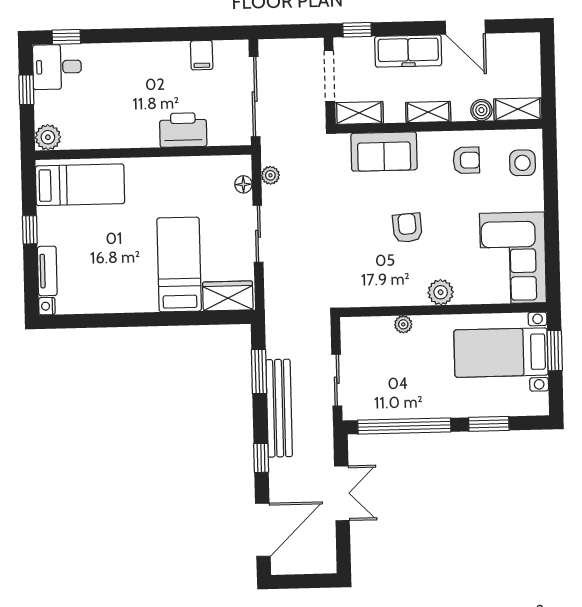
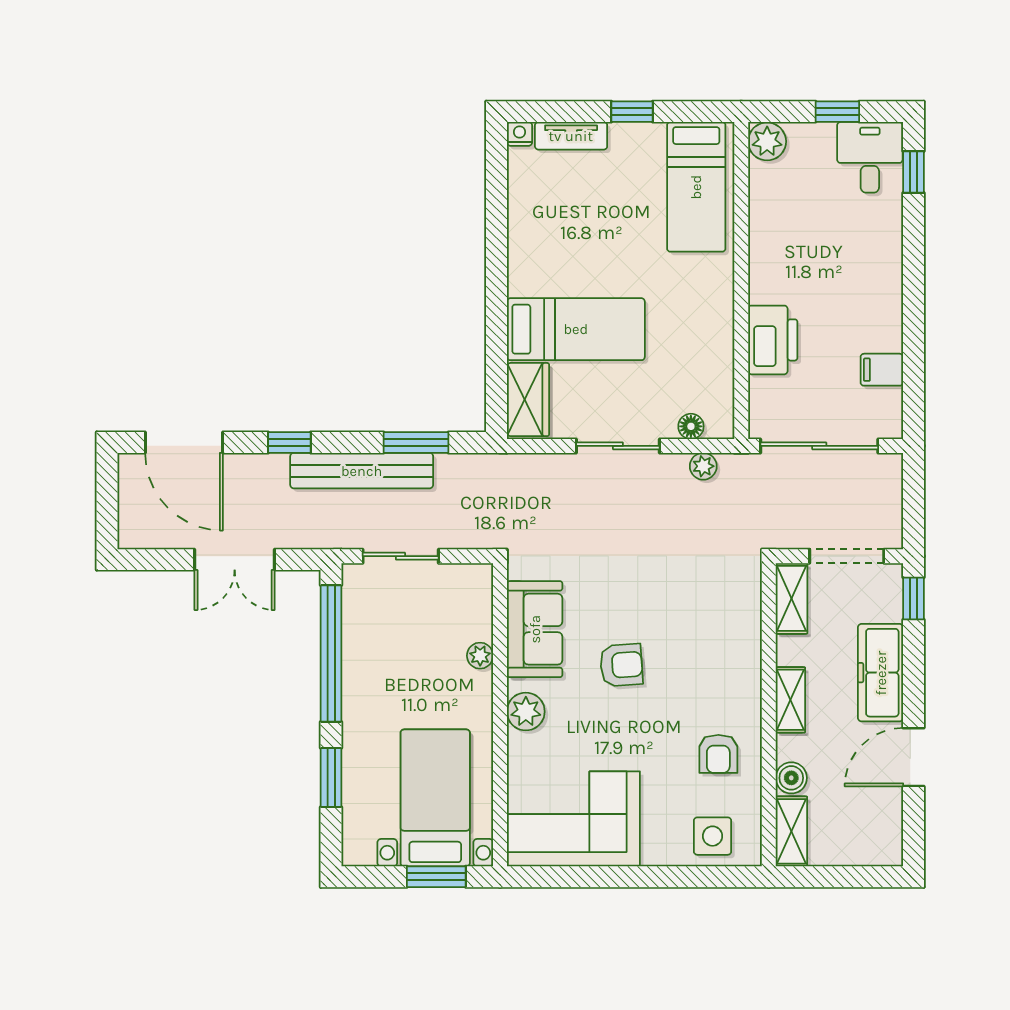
sofa: (384, 152) -> (535, 629), moved, turned 180

